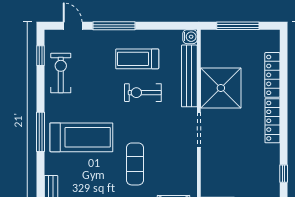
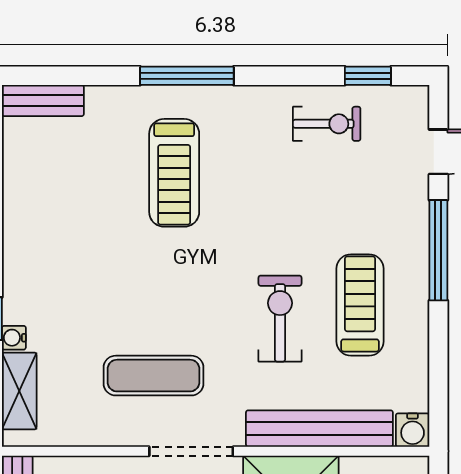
exercise bike: (61, 73) -> (327, 124), width x0.73, depth x0.72
treadmill: (81, 137) -> (174, 173), width x0.73, depth x0.73
exercise mat: (135, 164) -> (153, 376), moved

